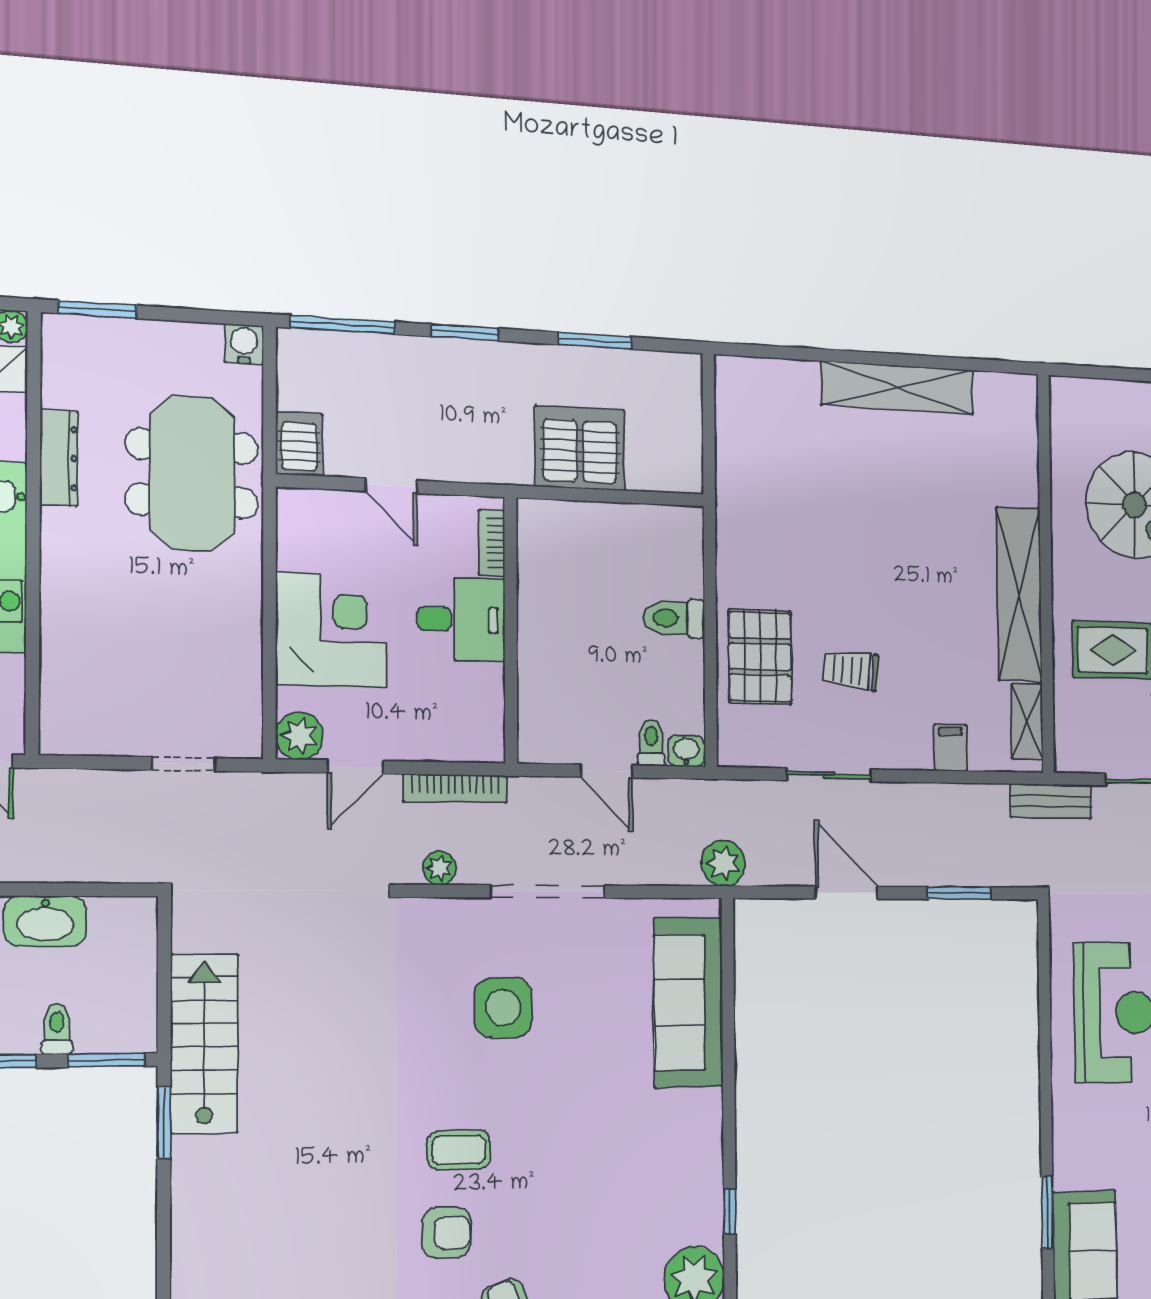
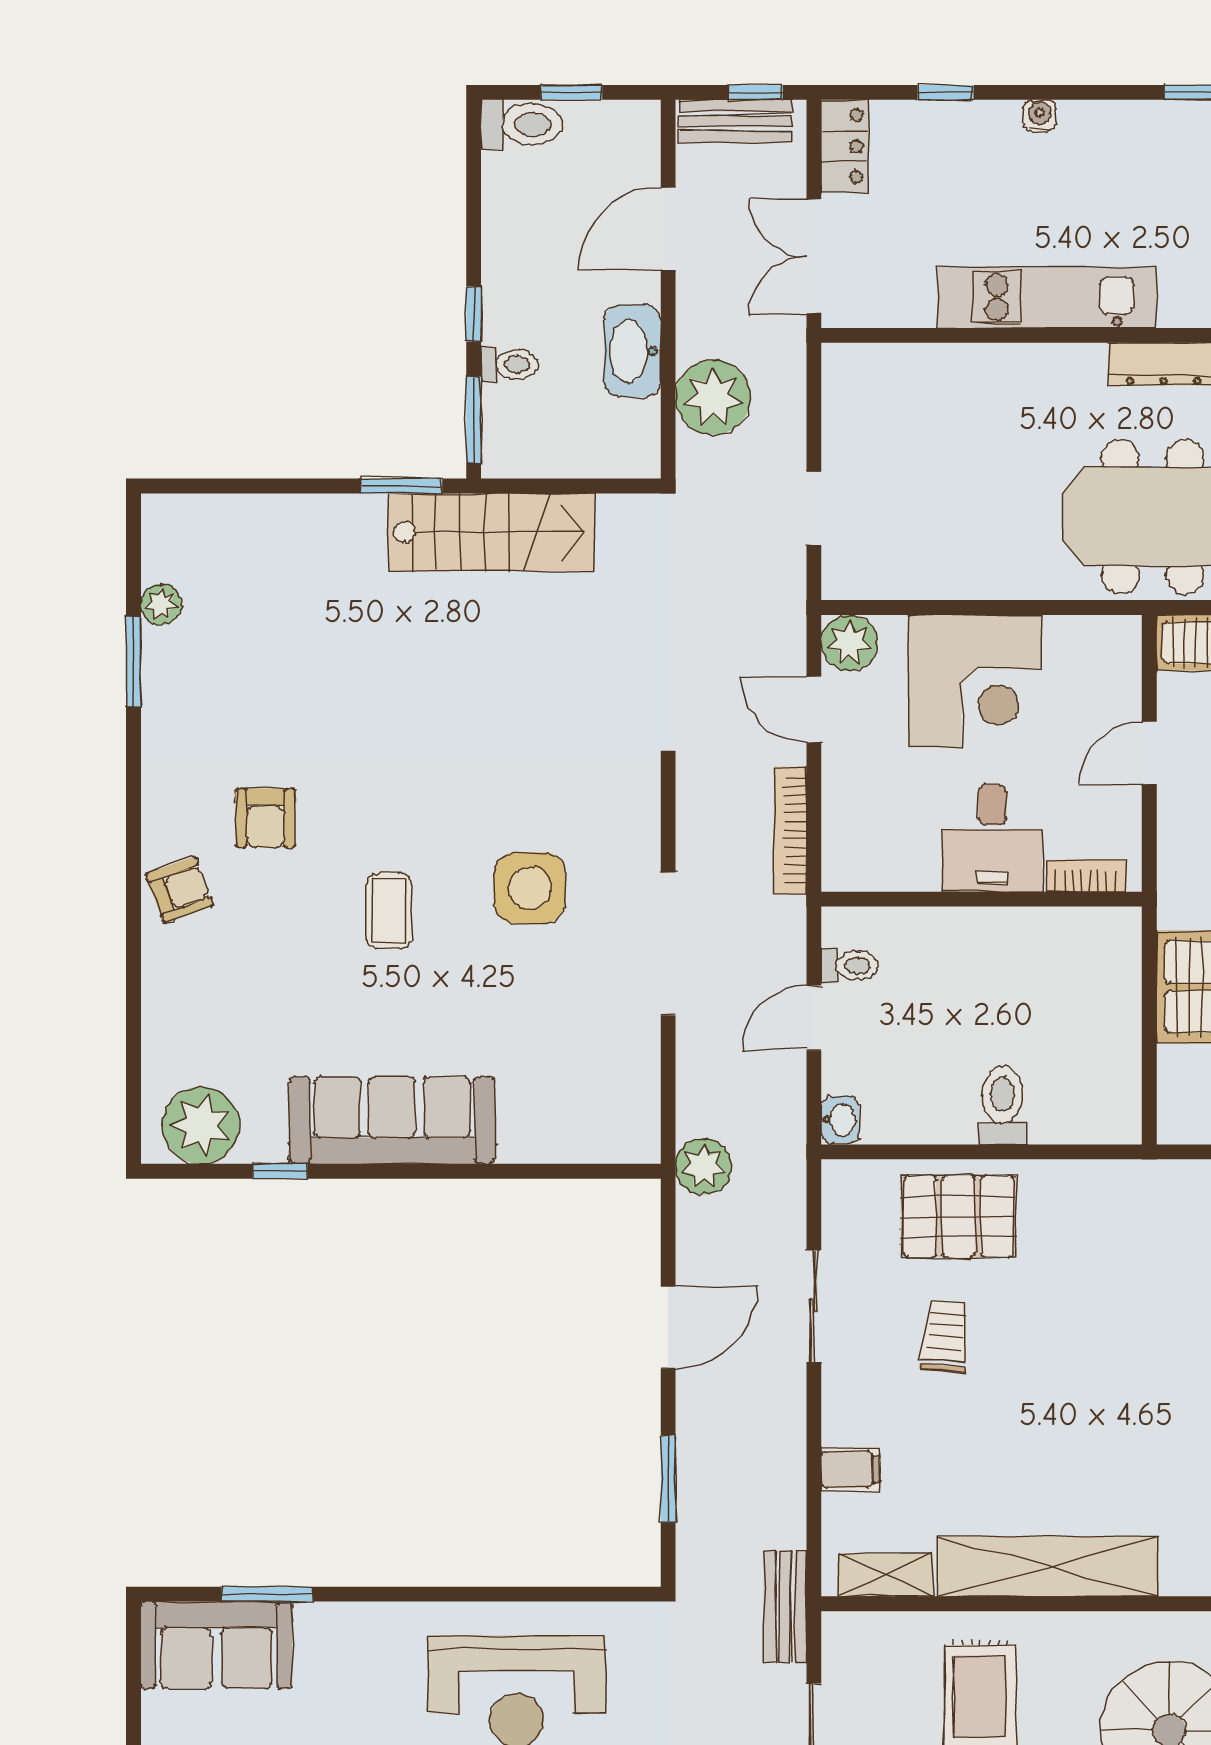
toilet: (651, 743) -> (850, 966), moved
plant: (439, 868) -> (713, 397), moved, width x1.88, depth x1.88
sofa: (688, 1002) -> (392, 1120), moved
coffee table: (459, 1150) -> (389, 911), moved

